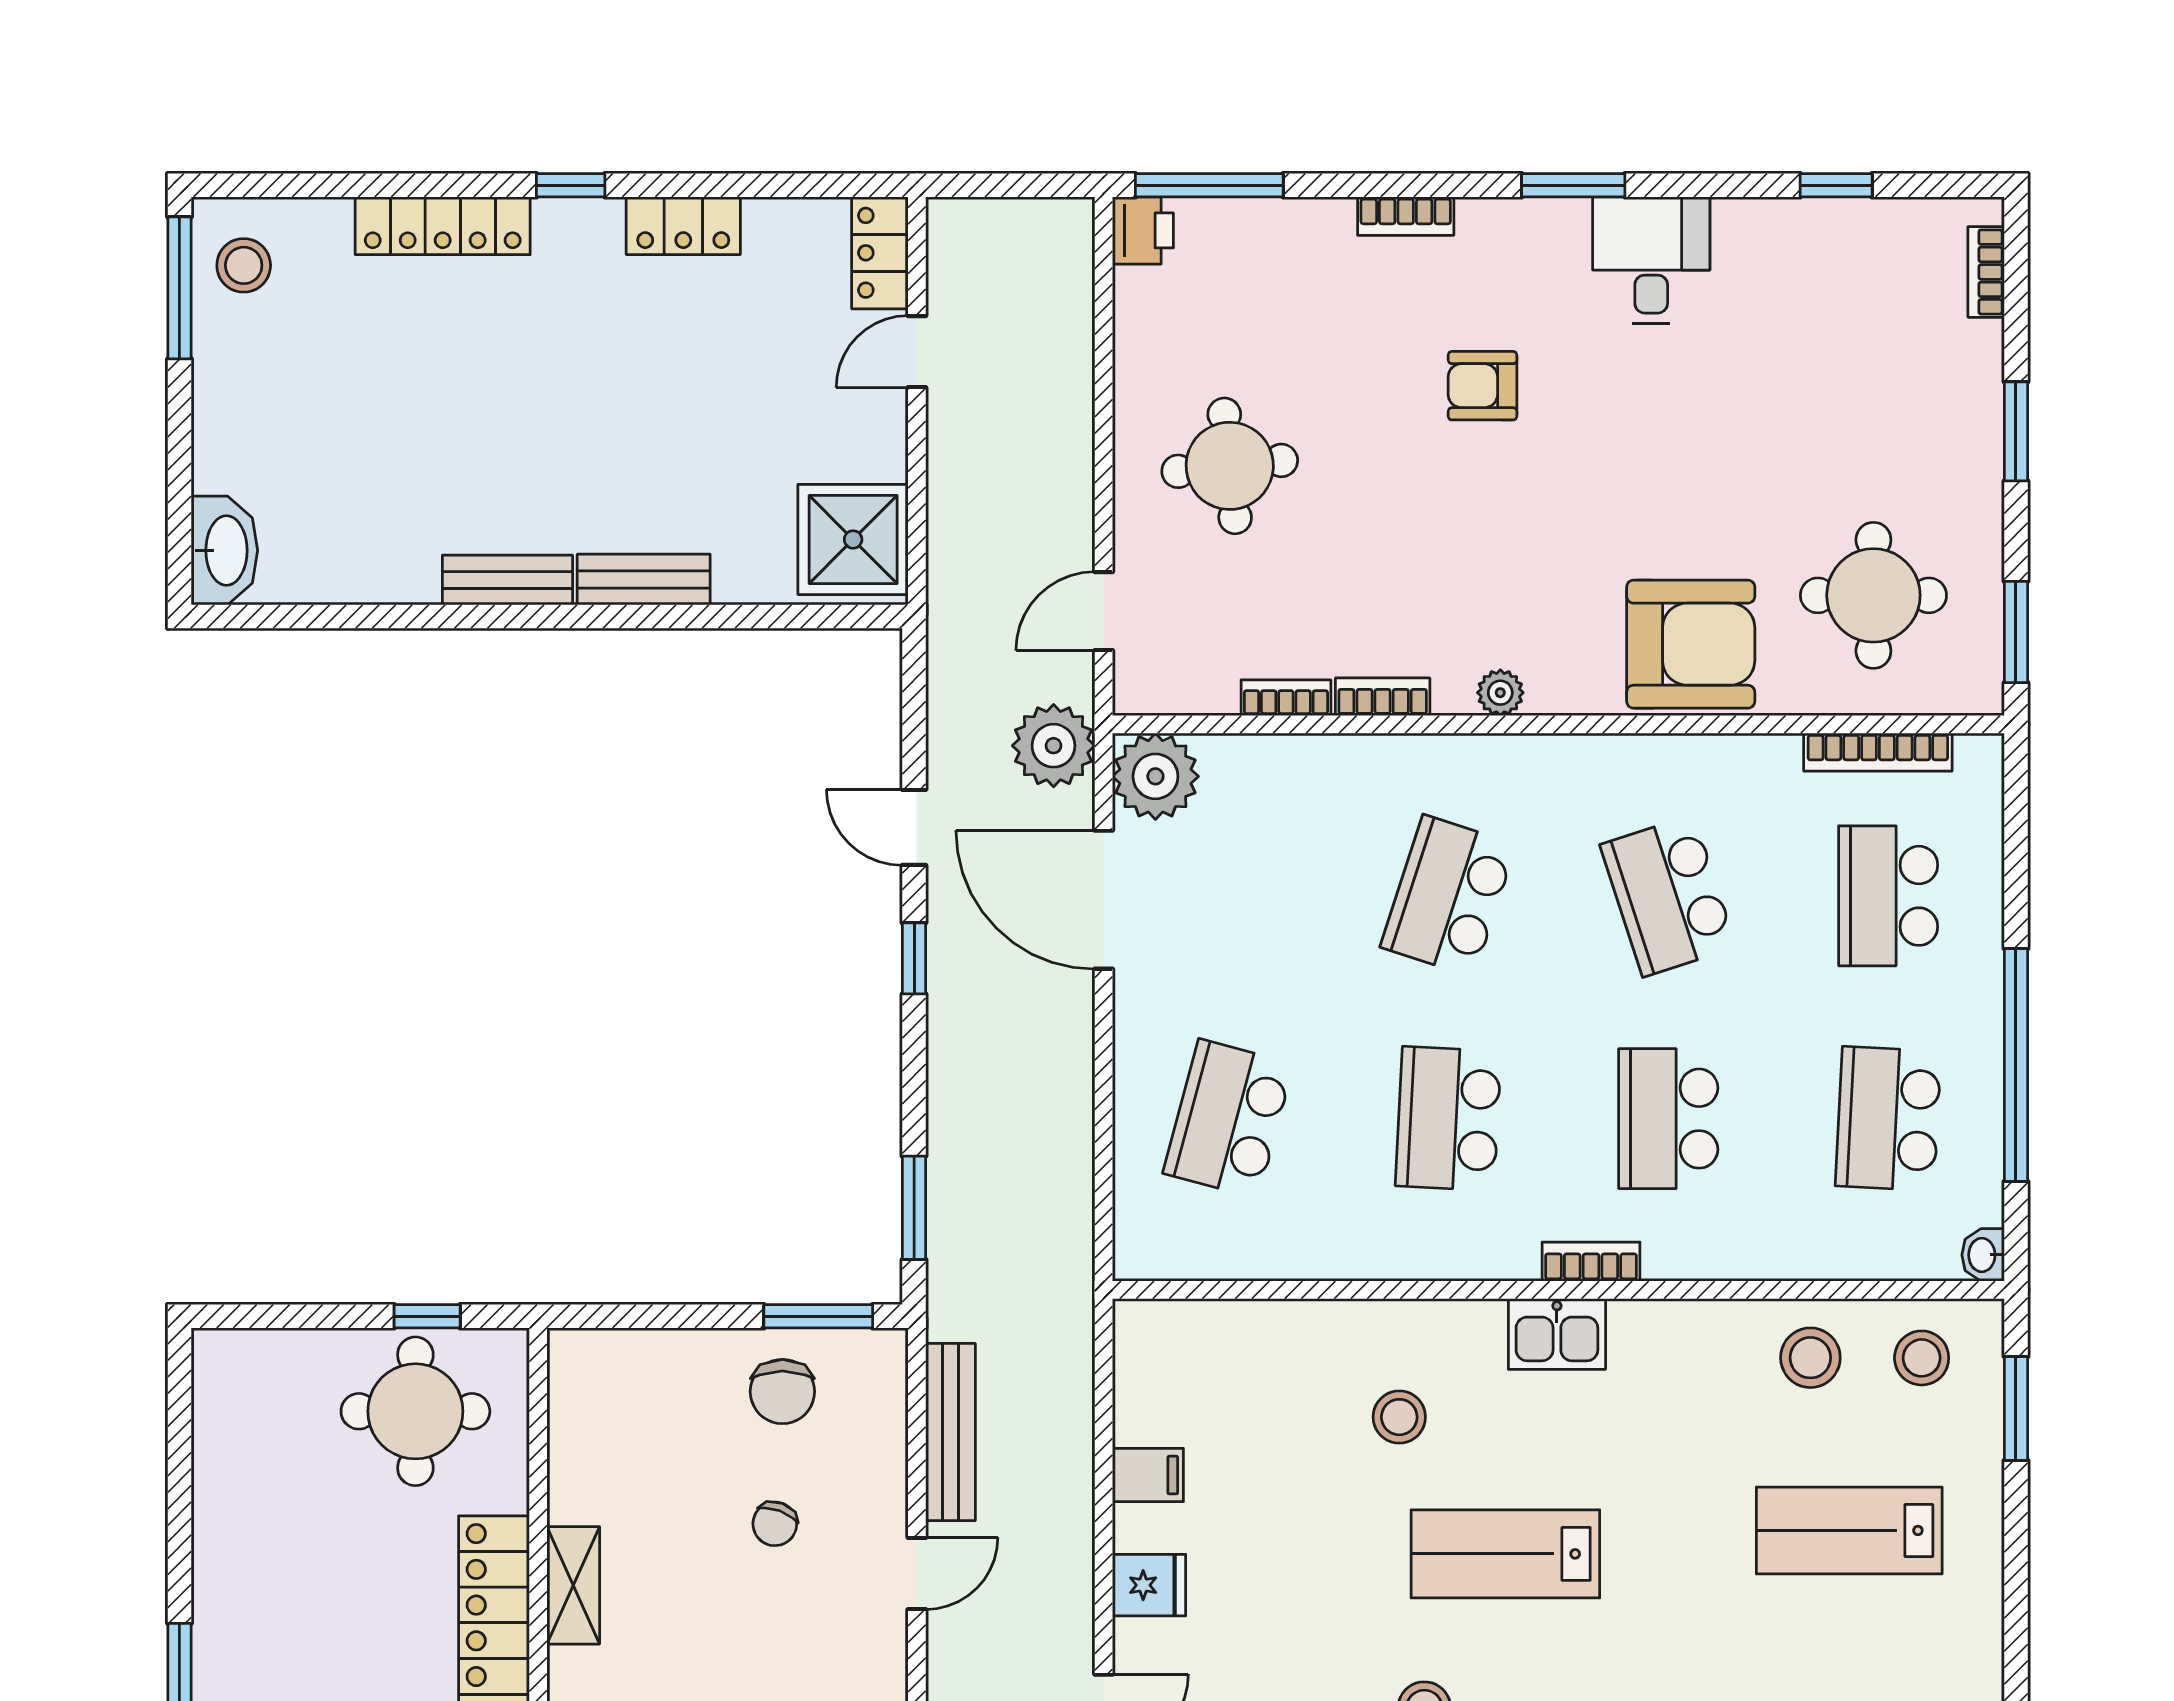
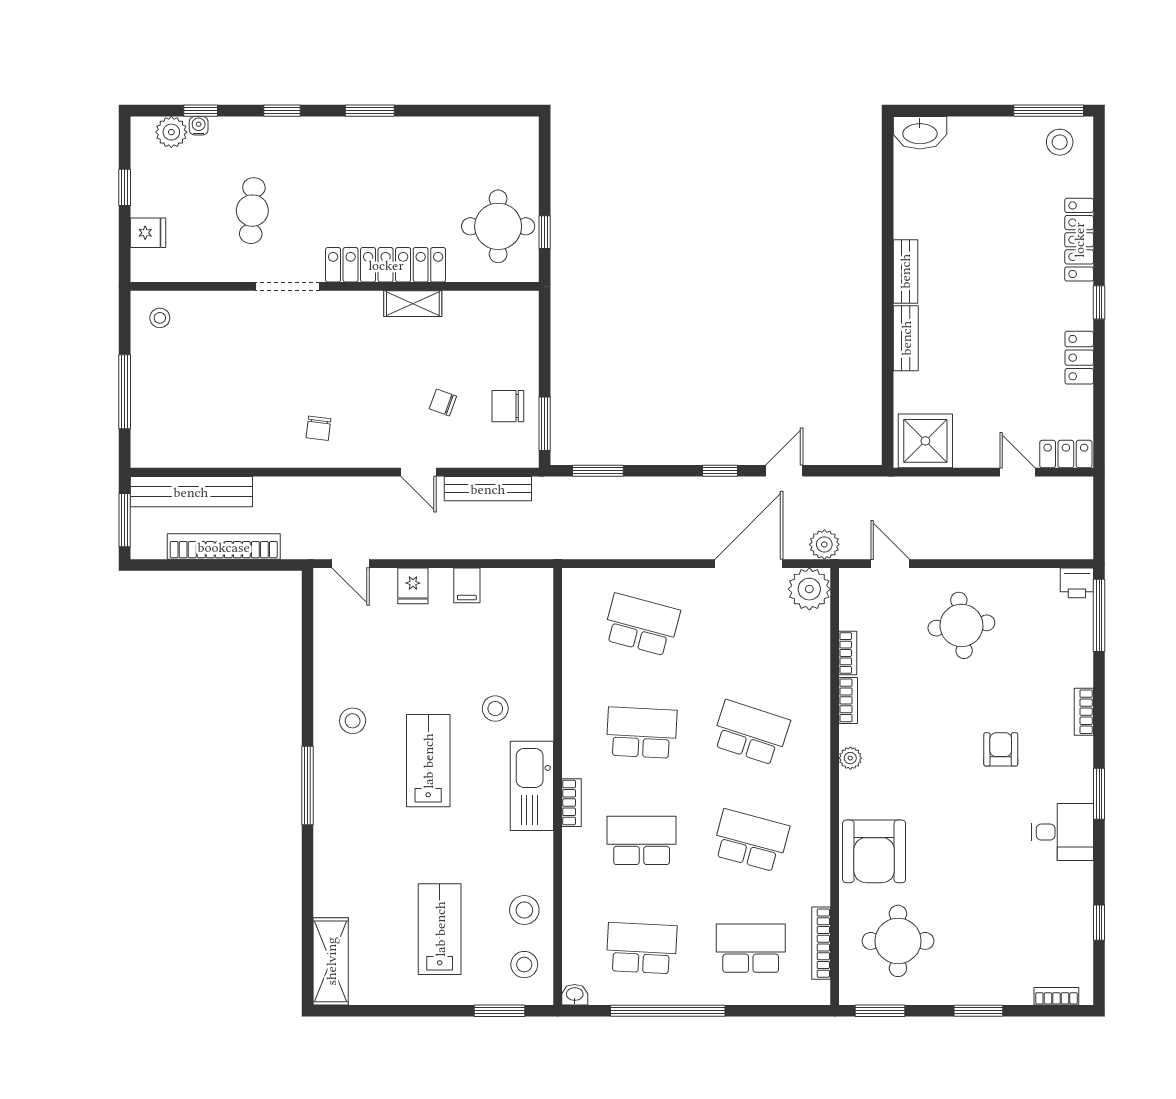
plant: (1054, 746) -> (824, 544), width x0.73, depth x0.73
school desk: (1668, 896) -> (751, 840), turned 33
kitchen sink: (1557, 1334) -> (532, 786), width x1.88, depth x1.24

